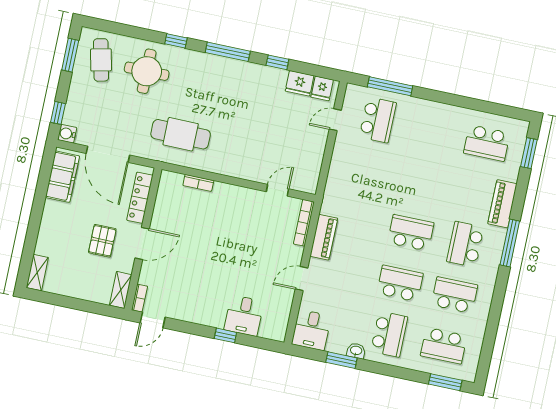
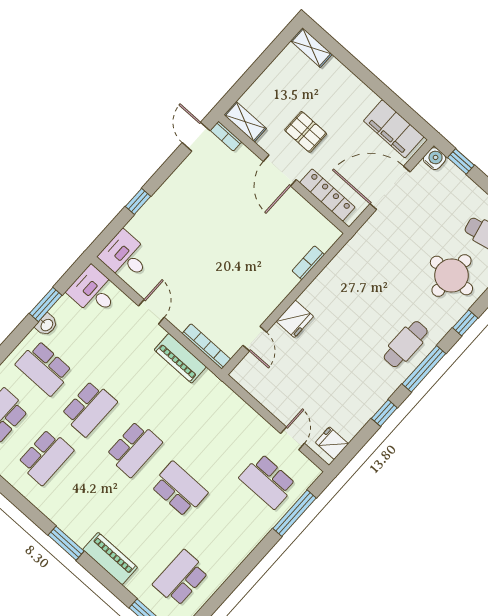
fridge: (300, 83) -> (295, 319), moved, turned 180
cafe table: (181, 134) -> (406, 344), moved, width x0.73, depth x0.74
window: (510, 243) -> (66, 543), width x0.69
school desk: (465, 244) -> (179, 489), moved
desk: (244, 316) -> (125, 256), moved

